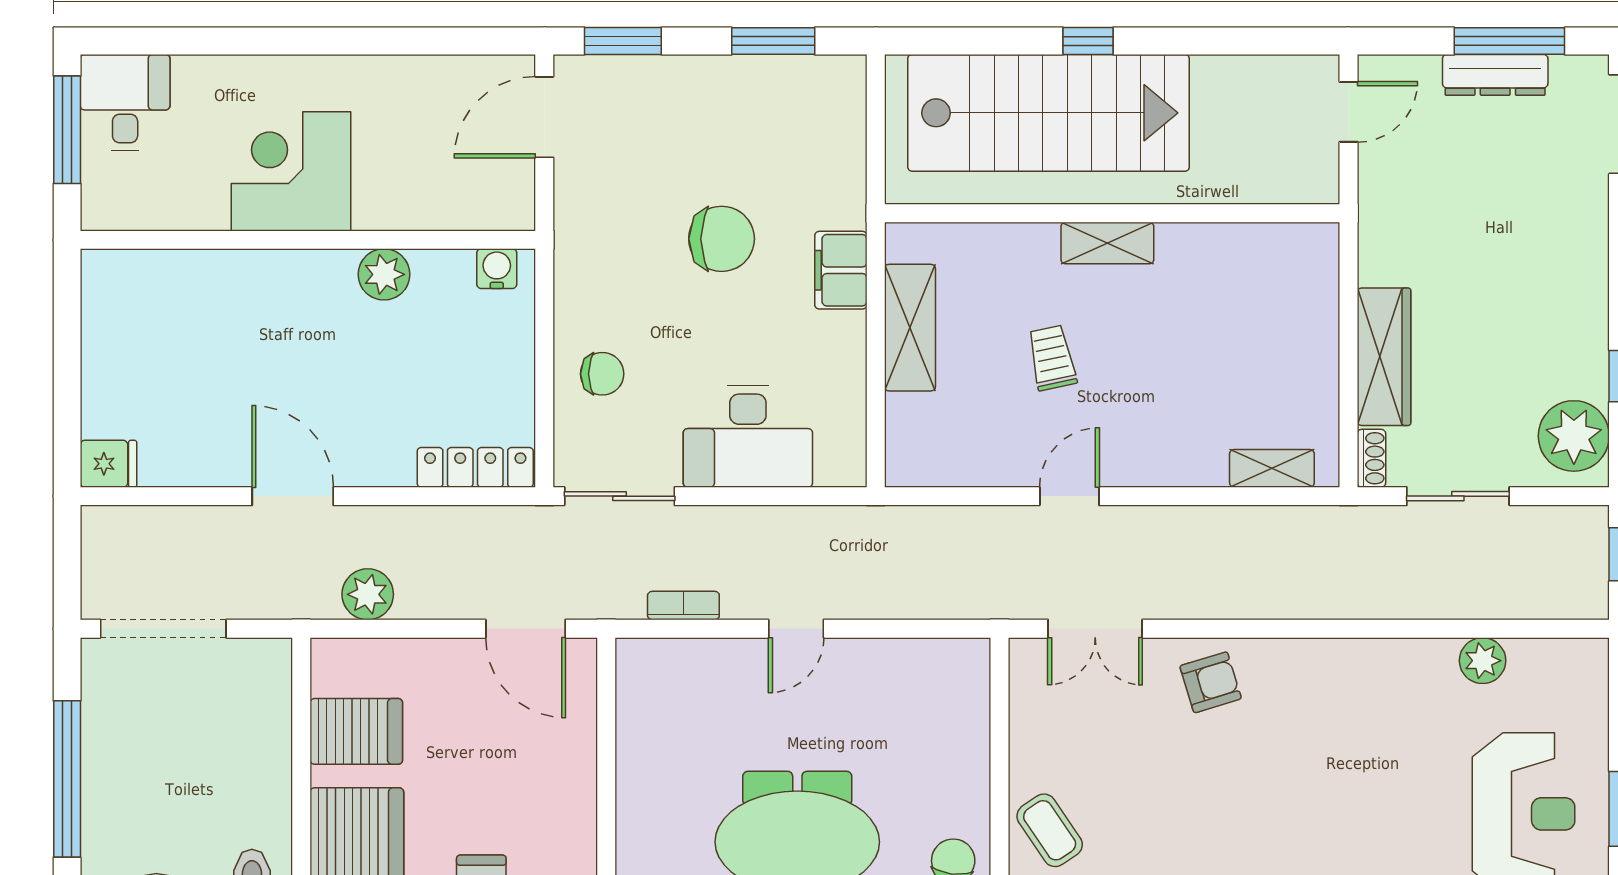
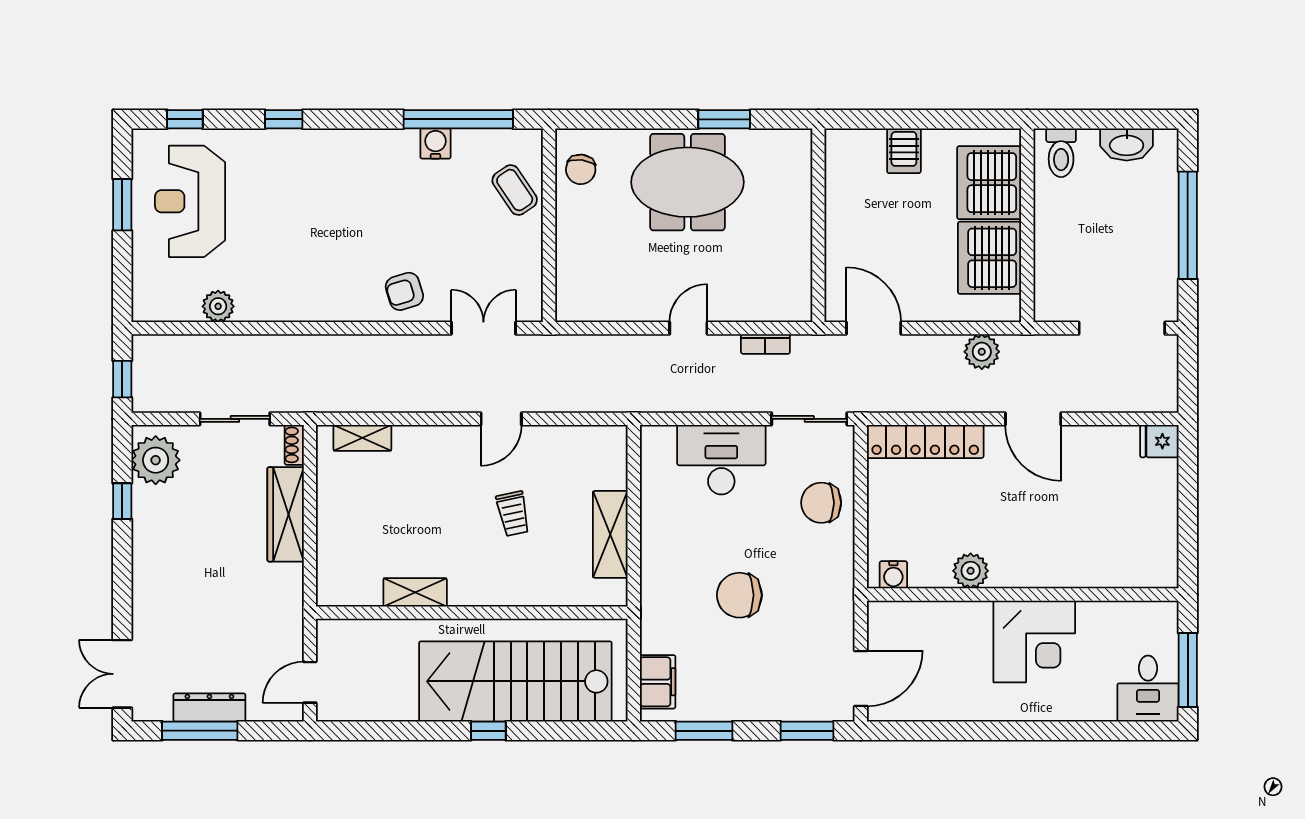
shelving: (1107, 243) -> (415, 592), moved
filing cabinet: (841, 270) -> (658, 682), moved
chair: (602, 374) -> (821, 503), width x1.37, depth x1.37
locker: (475, 467) -> (925, 442), width x1.41, depth x1.21
server rack: (356, 731) -> (990, 258), width x1.60

